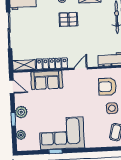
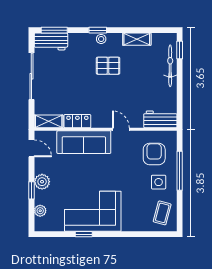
locker: (52, 64) -> (77, 121), width x0.66
door: (81, 68) -> (121, 129), hinge flipped
sofa: (47, 80) -> (84, 142), width x1.36
armchair: (107, 87) -> (154, 154), turned 90

